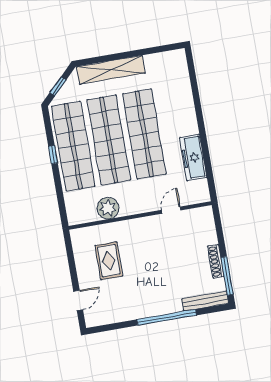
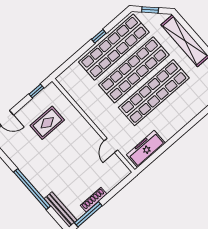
freezer: (193, 158) -> (146, 149), moved
plant: (108, 208) -> (85, 99), removed
door: (171, 210) -> (111, 145), swing flipped
window: (70, 252) -> (36, 91), added

